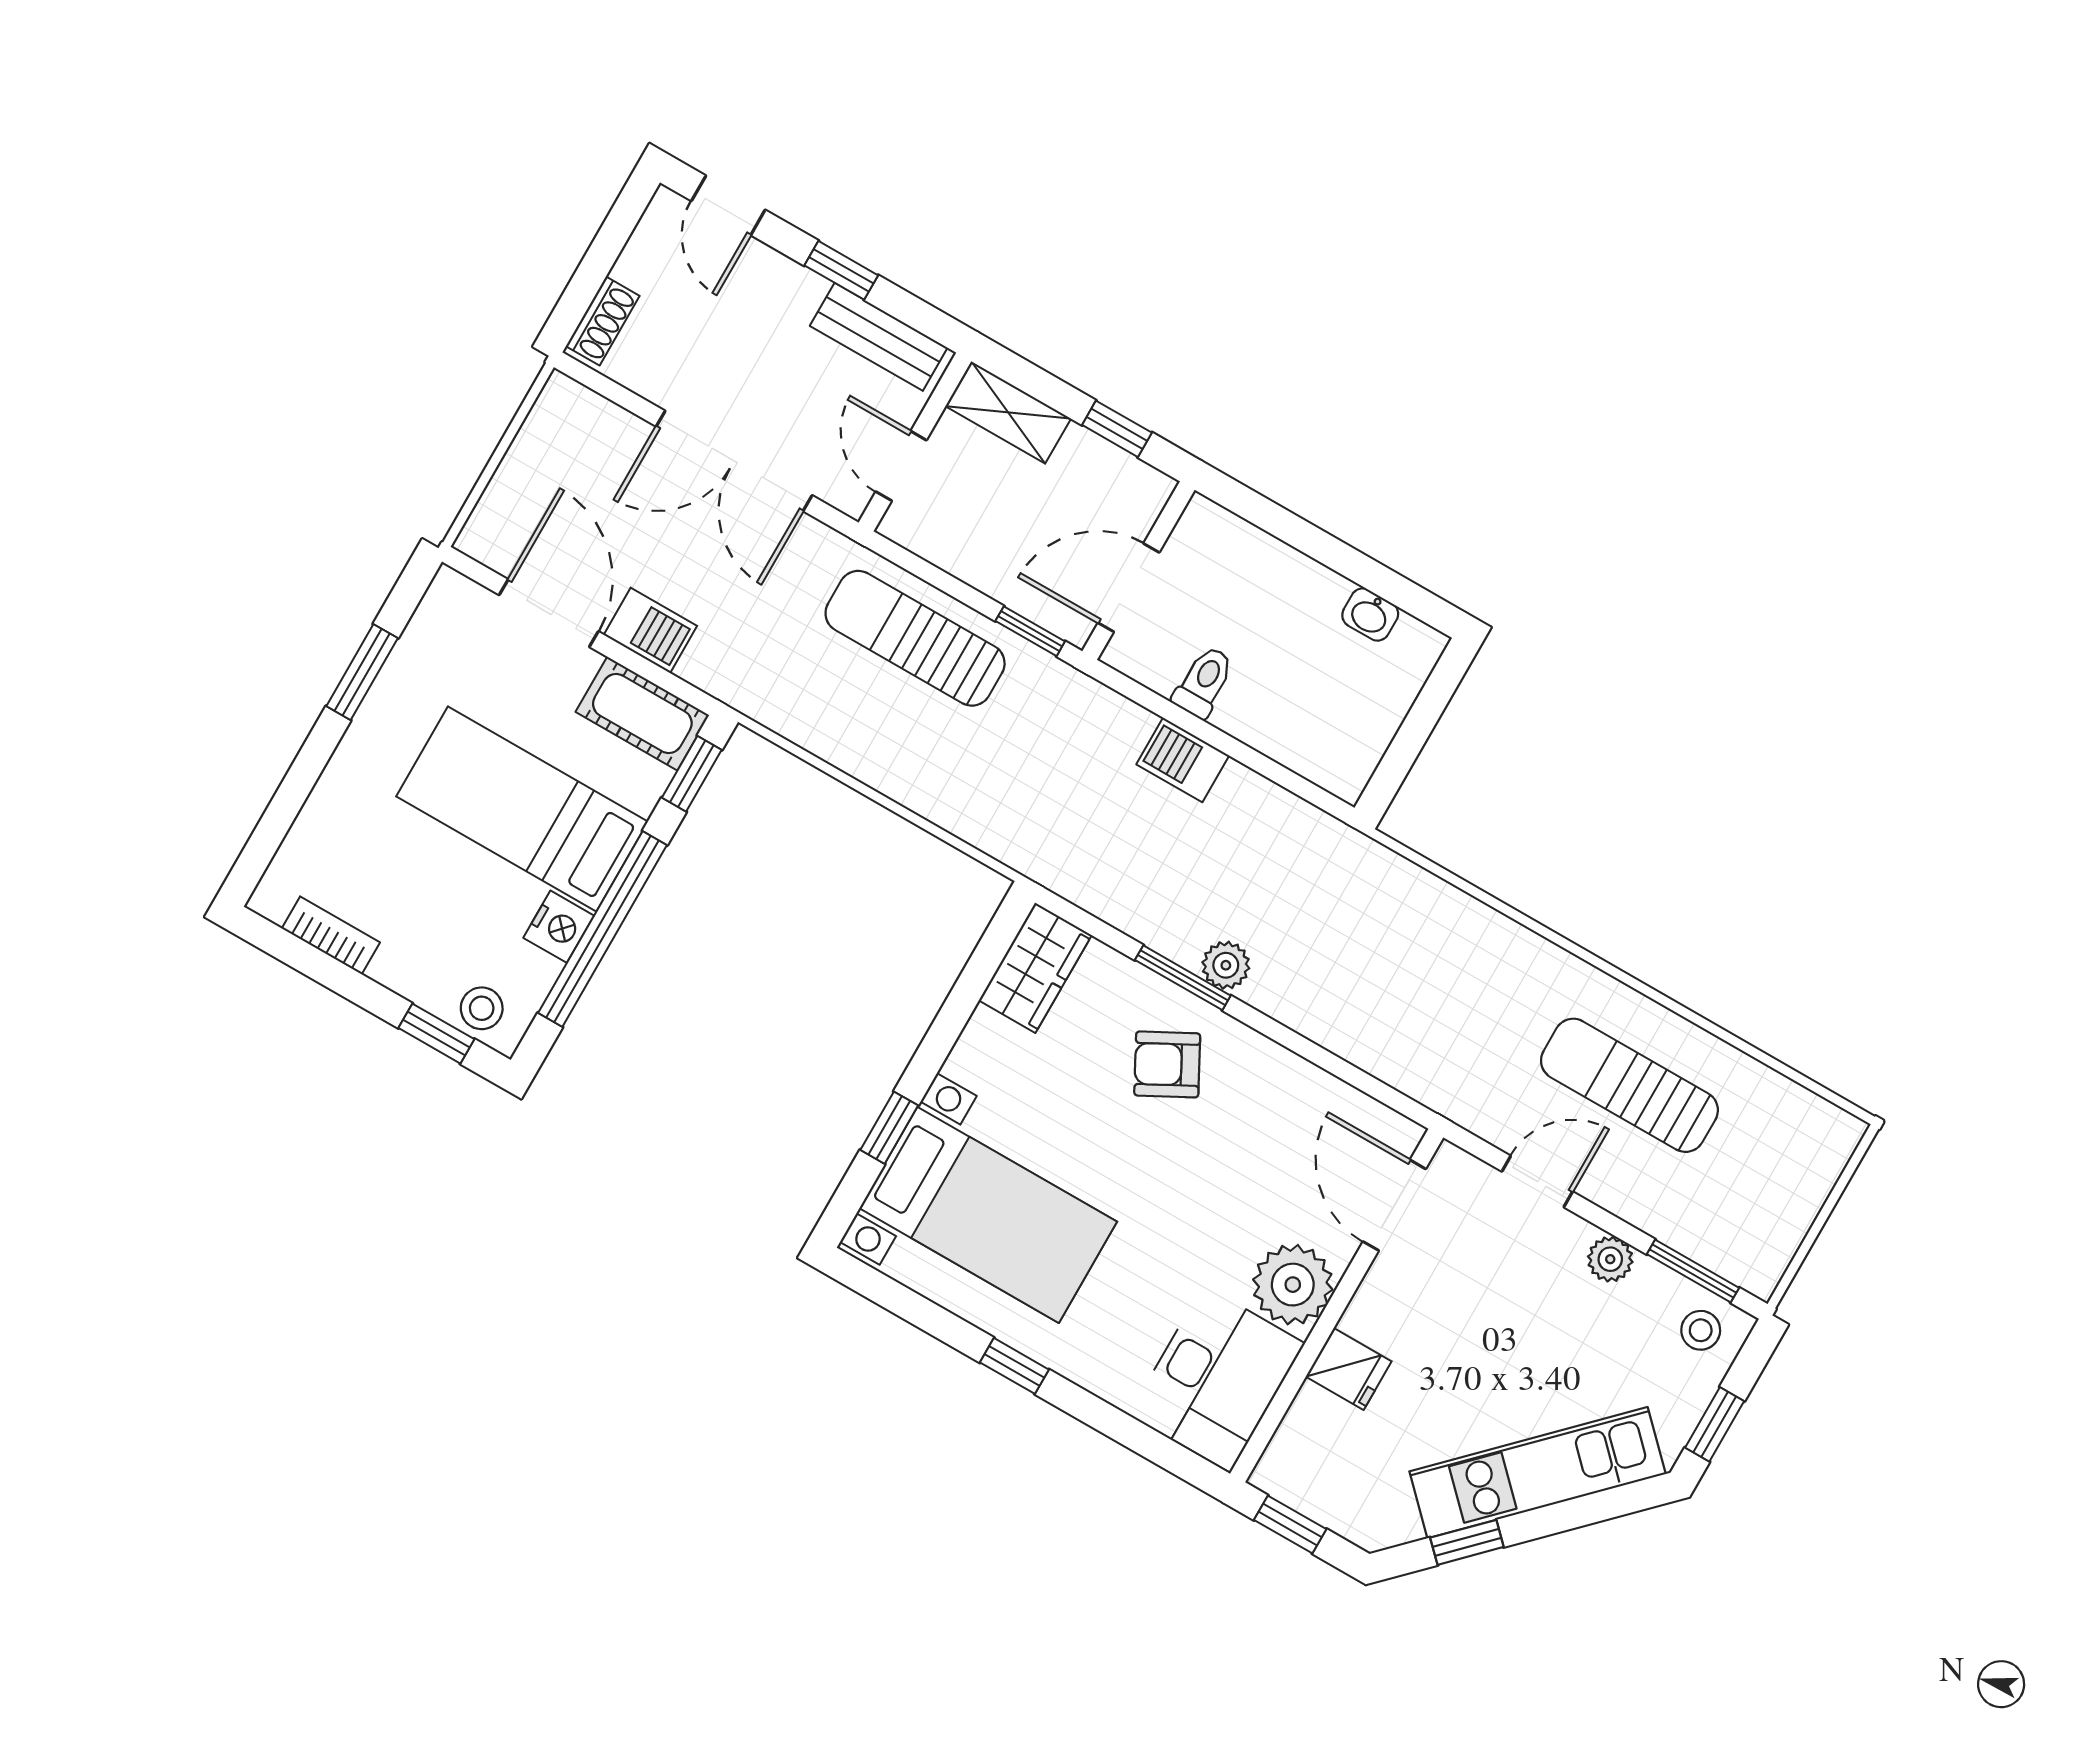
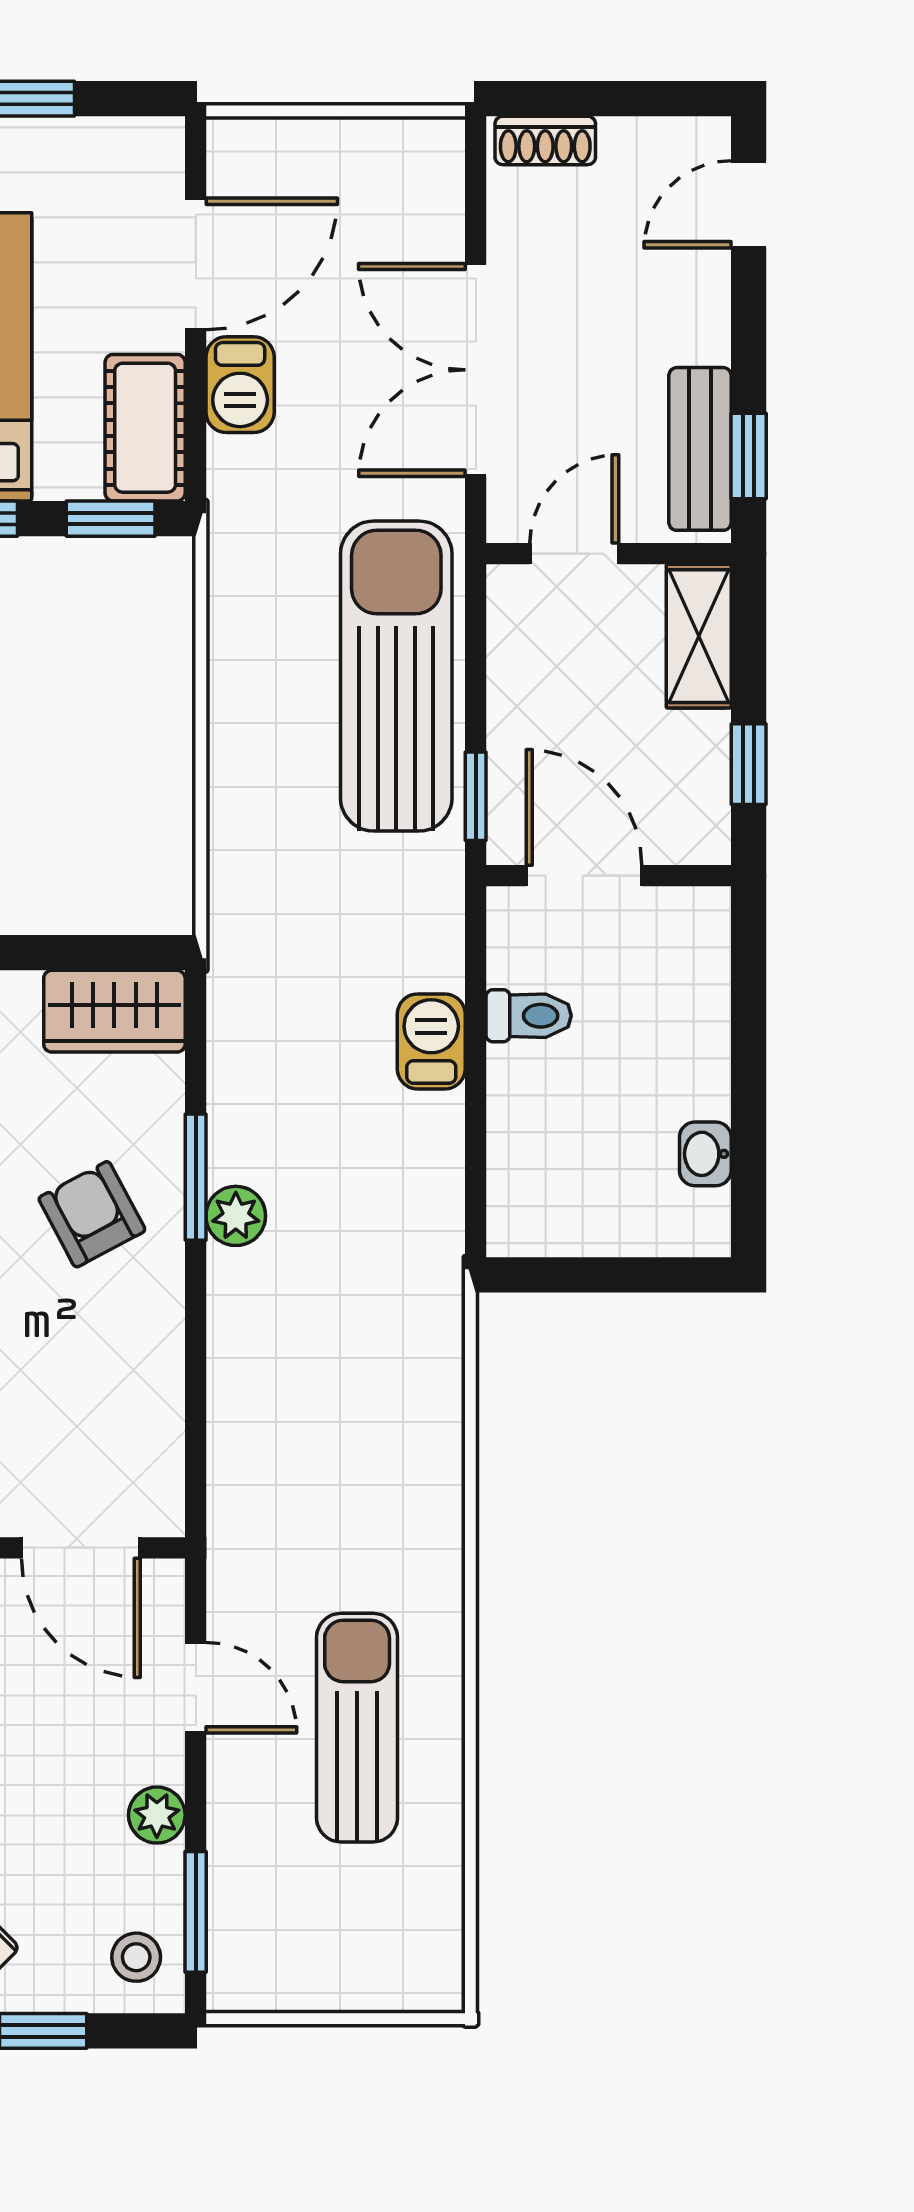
window: (841, 270) -> (749, 456), moved
sun lounger: (915, 638) -> (396, 676), width x1.36, depth x1.34
door: (1394, 1205) -> (81, 1548), swing flipped

